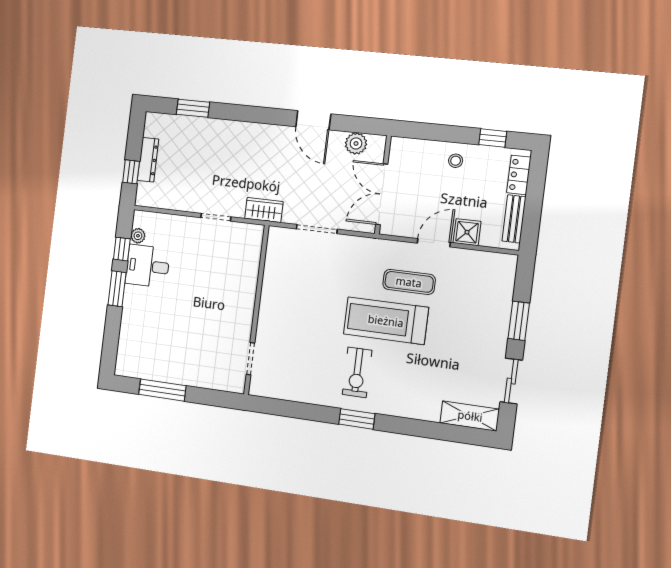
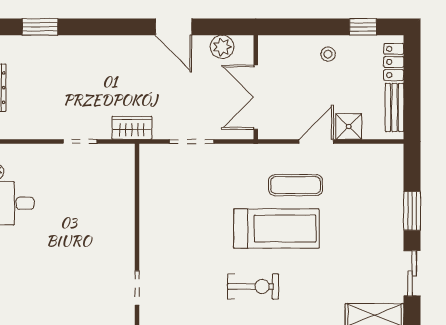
treadmill: (386, 321) -> (276, 229), turned 180
exercise bike: (357, 372) -> (253, 287), turned -90

